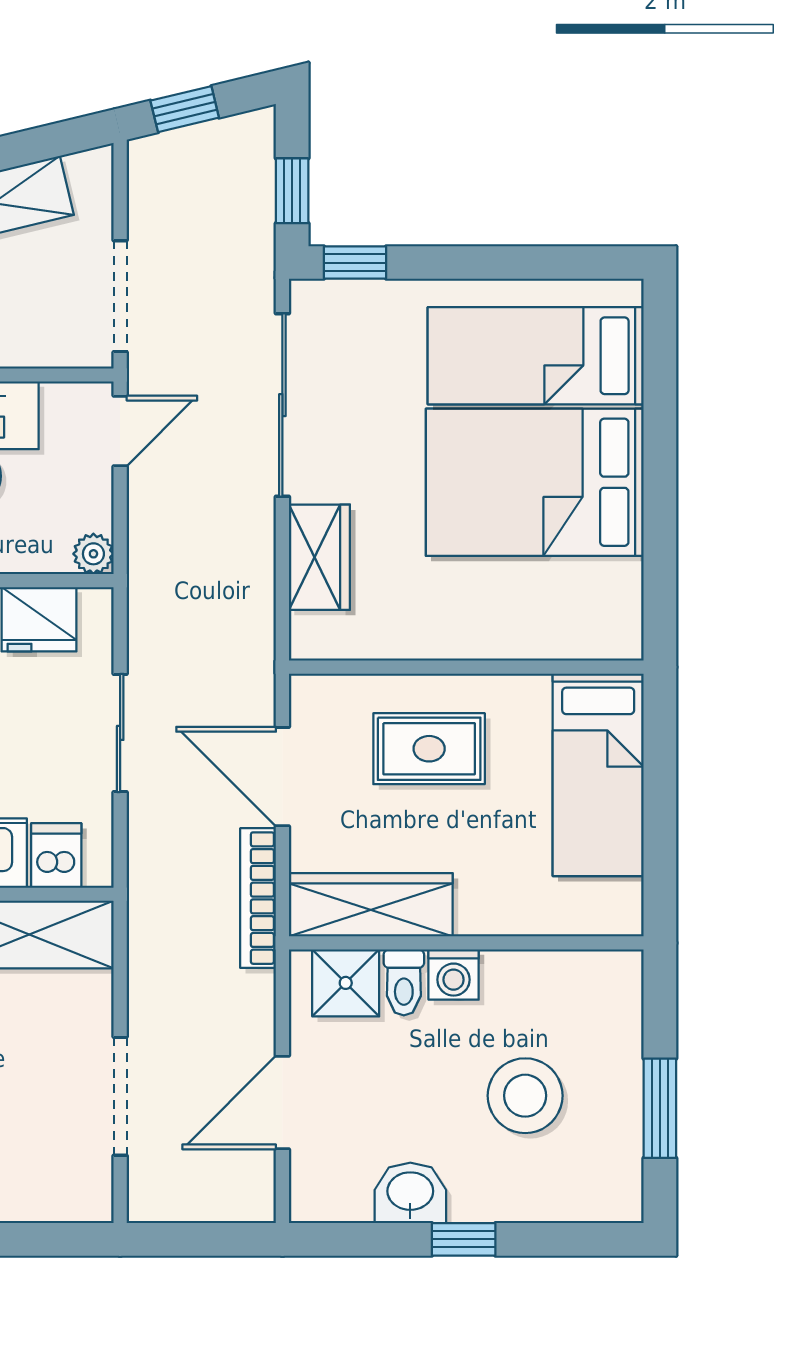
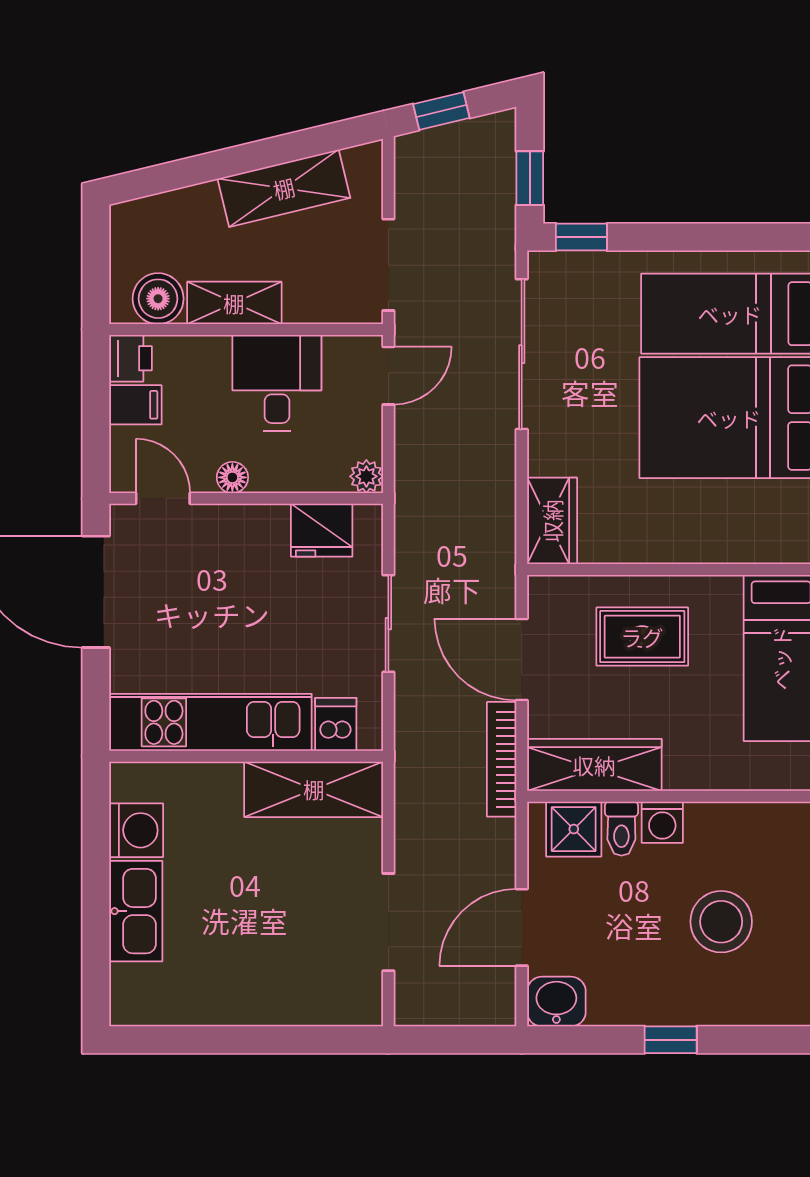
wardrobe: (319, 557) -> (552, 521), moved
washbasin: (410, 1193) -> (556, 1002), moved

